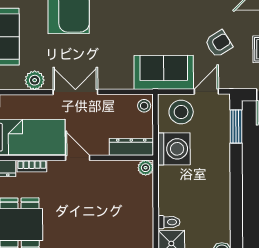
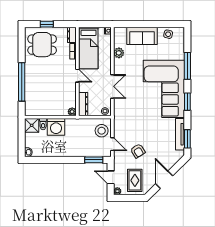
sofa: (164, 72) -> (123, 122), removed
double door: (75, 92) -> (112, 86), moved
washing machine: (174, 149) -> (56, 127), moved
door: (78, 158) -> (77, 76), hinge flipped

